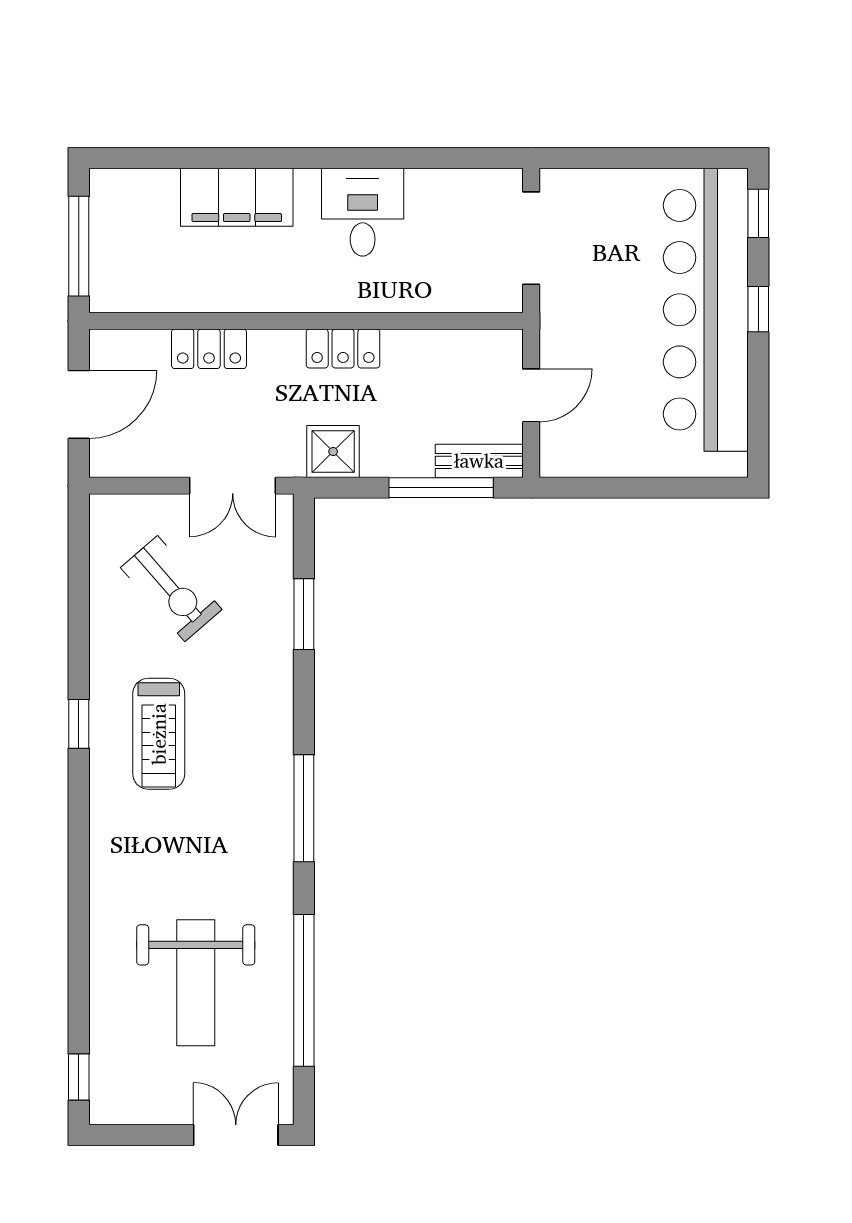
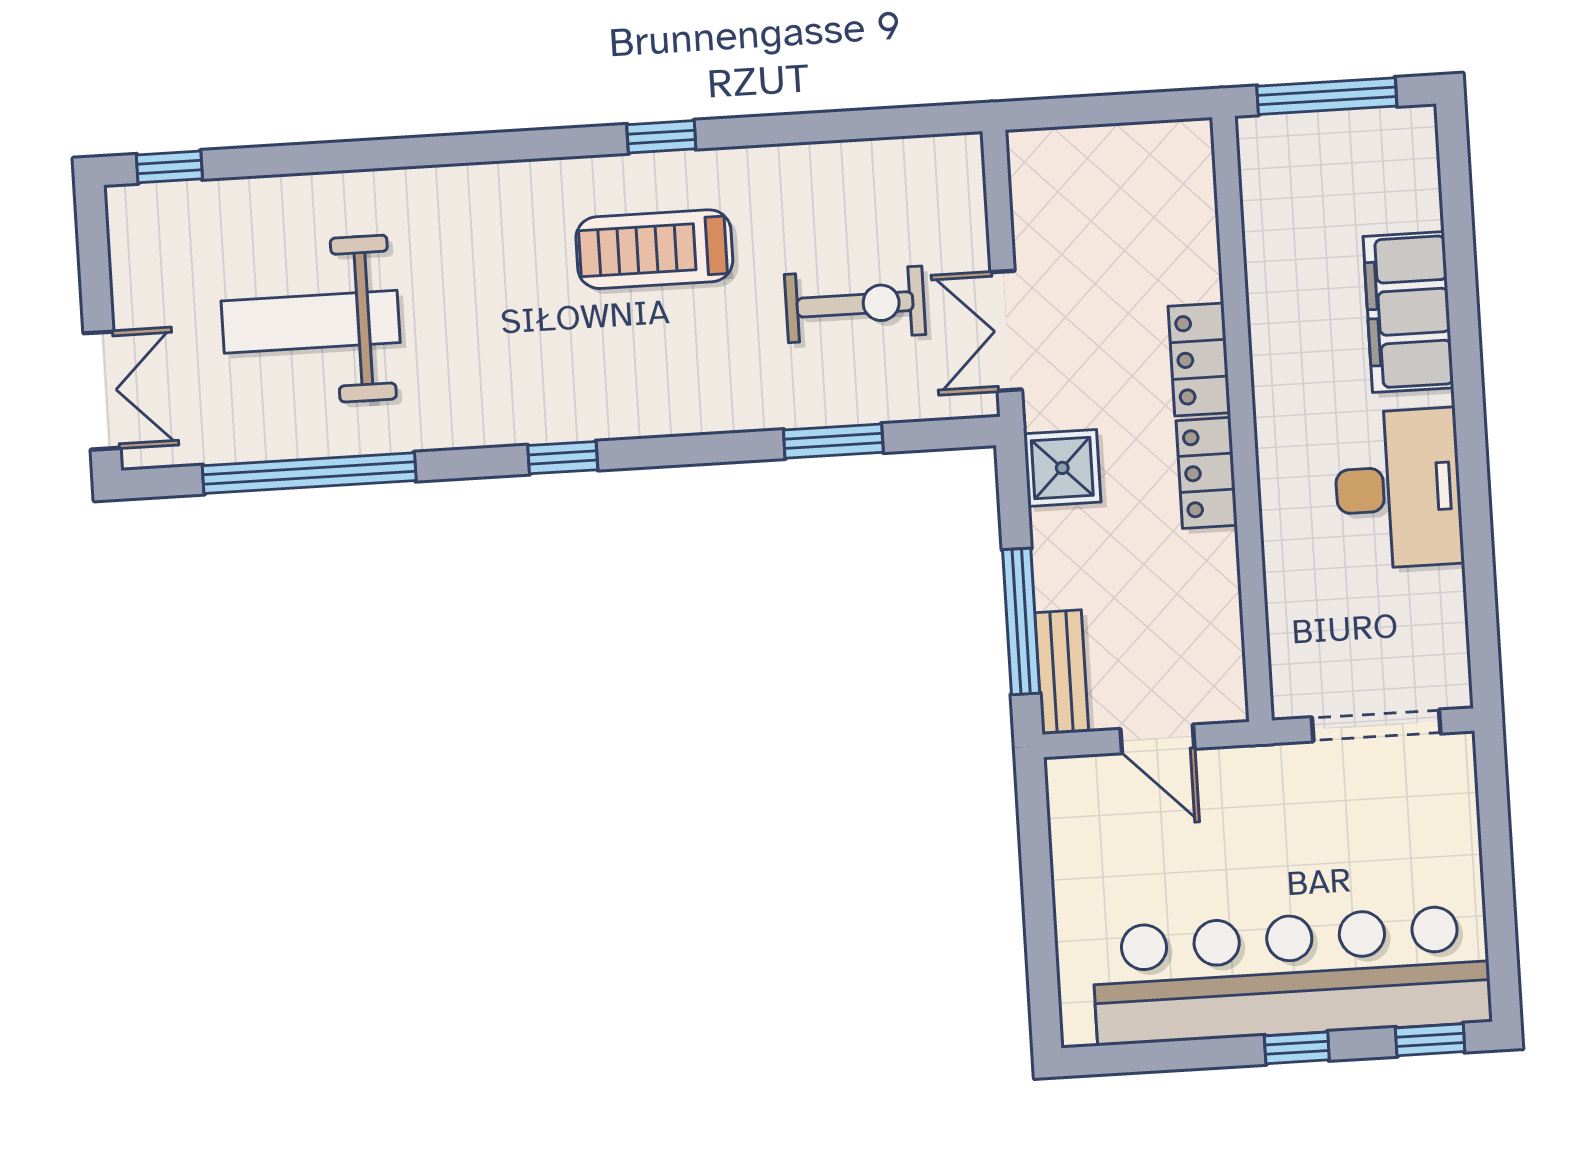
desk: (363, 212) -> (1398, 489), width x1.37
locker: (209, 349) -> (1199, 359), moved
door: (79, 404) -> (1106, 110), removed
exercise bike: (171, 589) -> (855, 304), moved, turned -139
window: (304, 808) -> (563, 458), width x0.46

